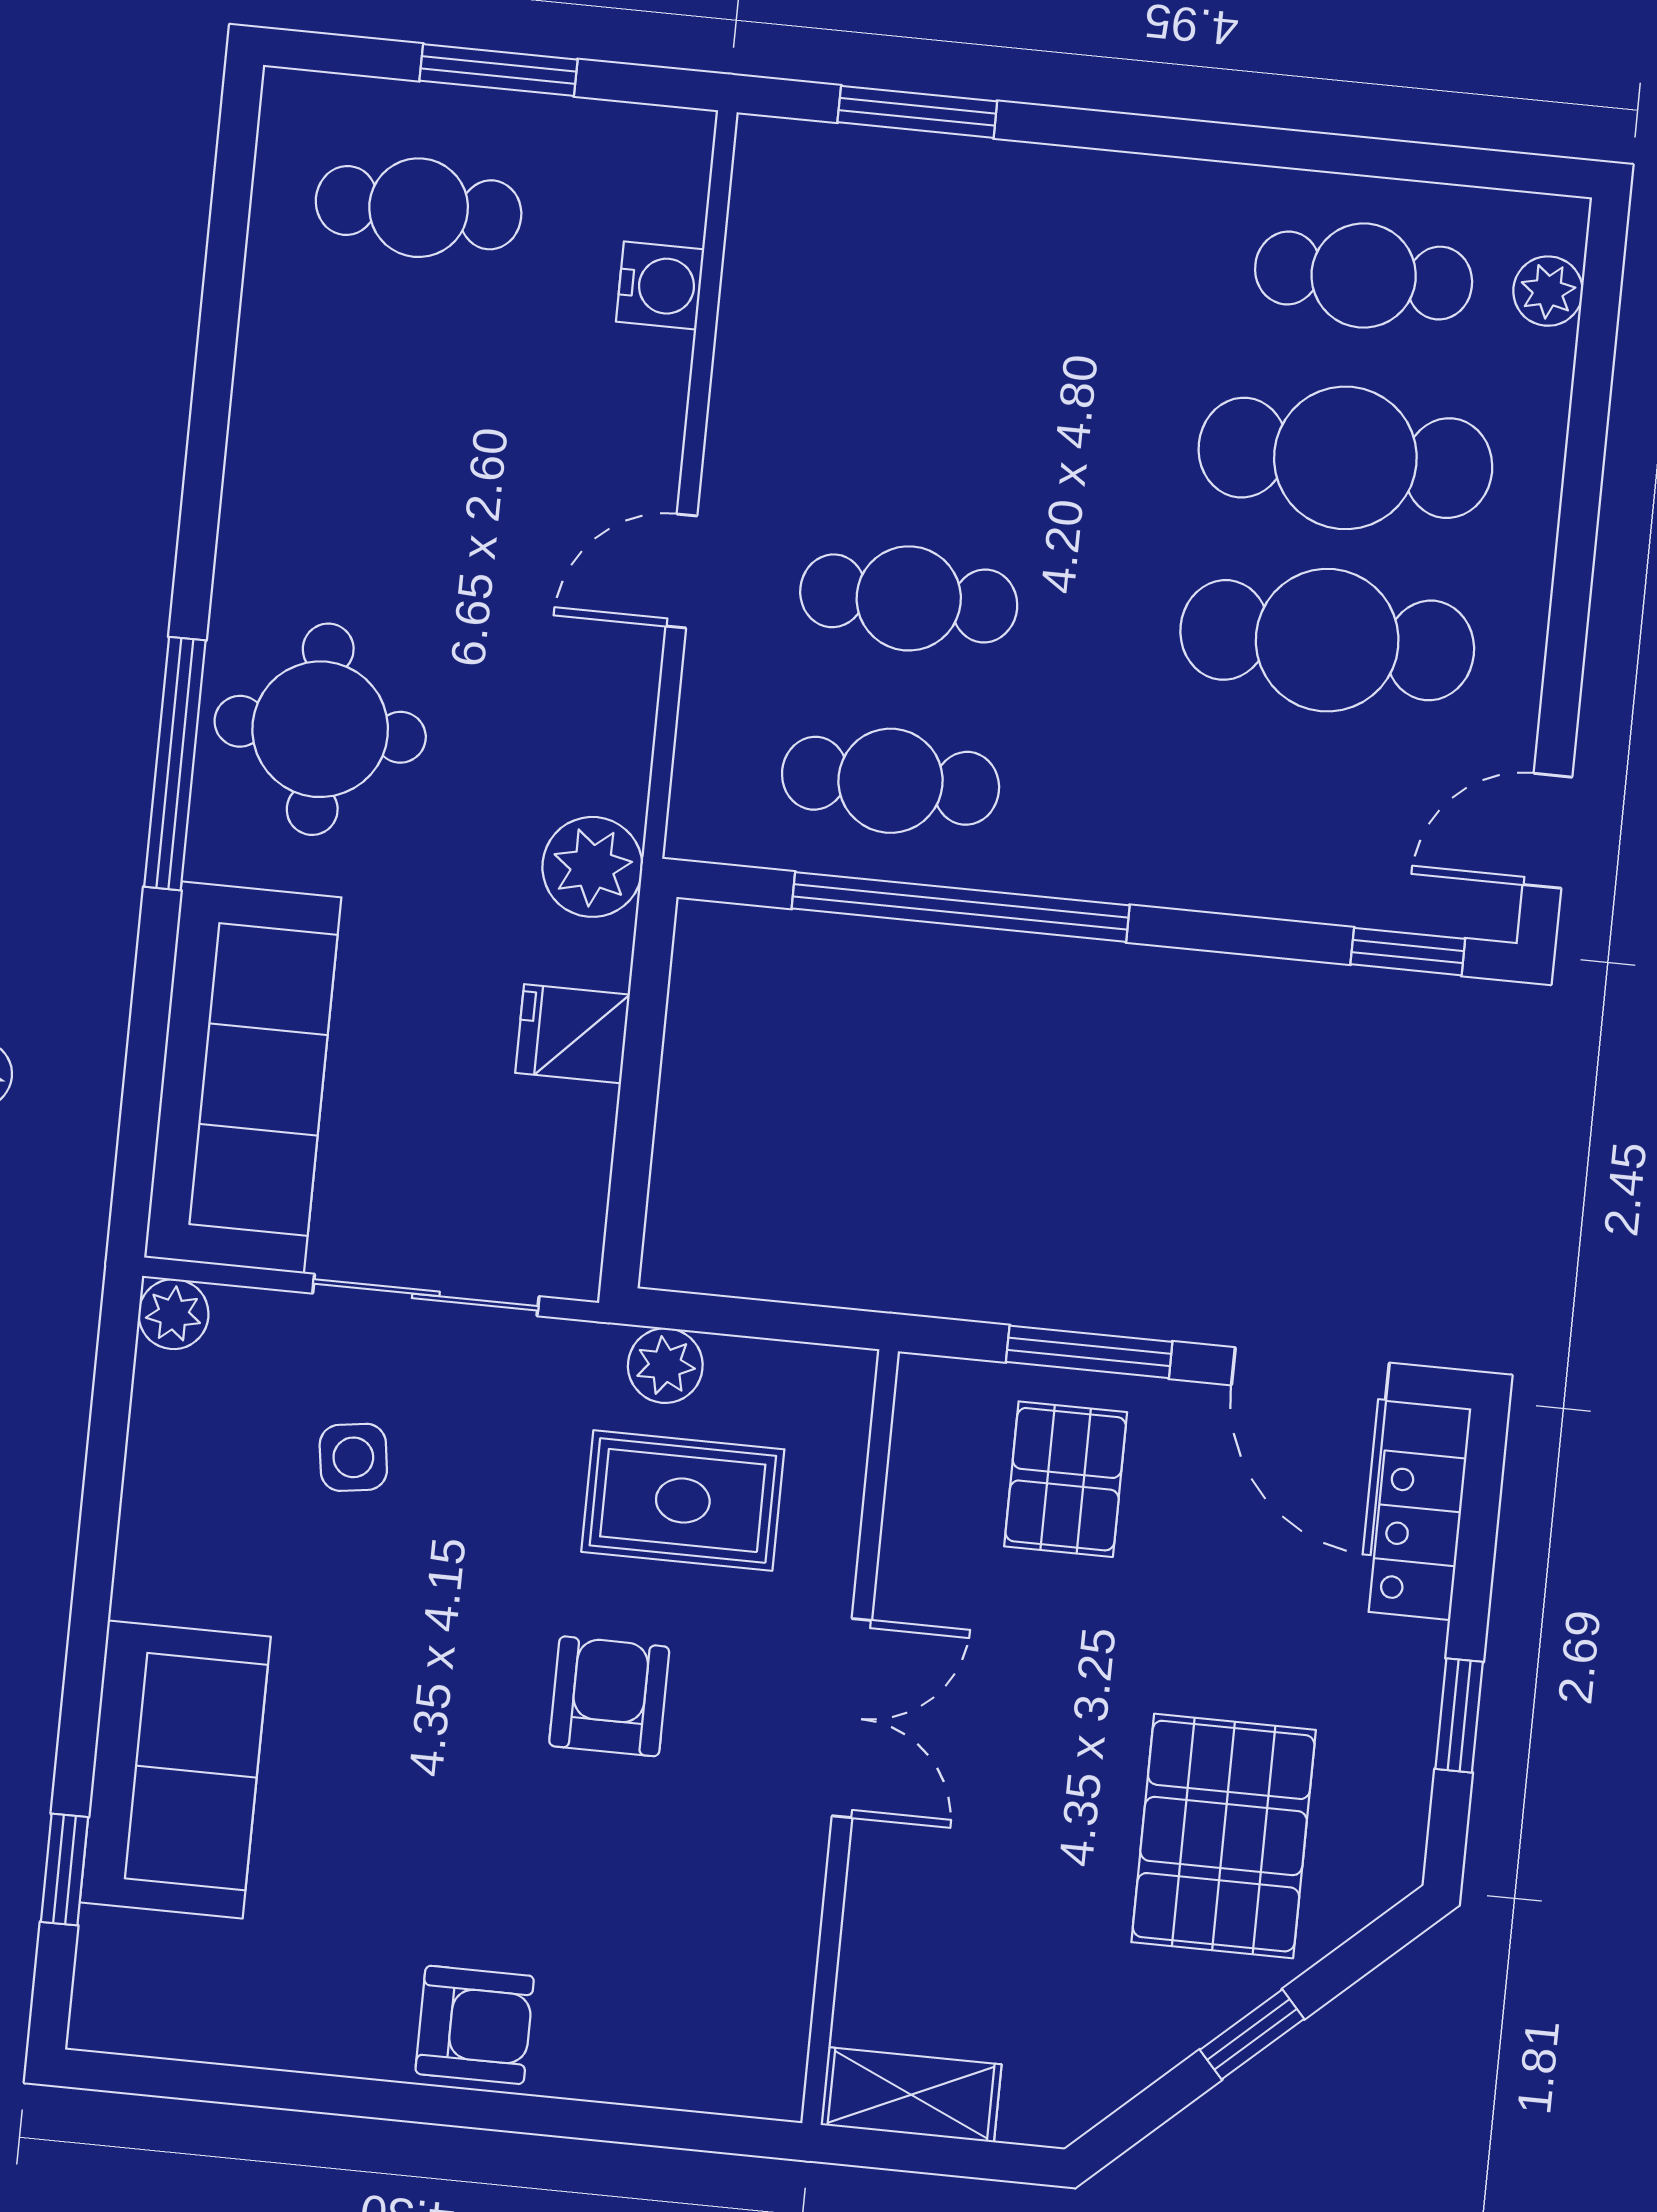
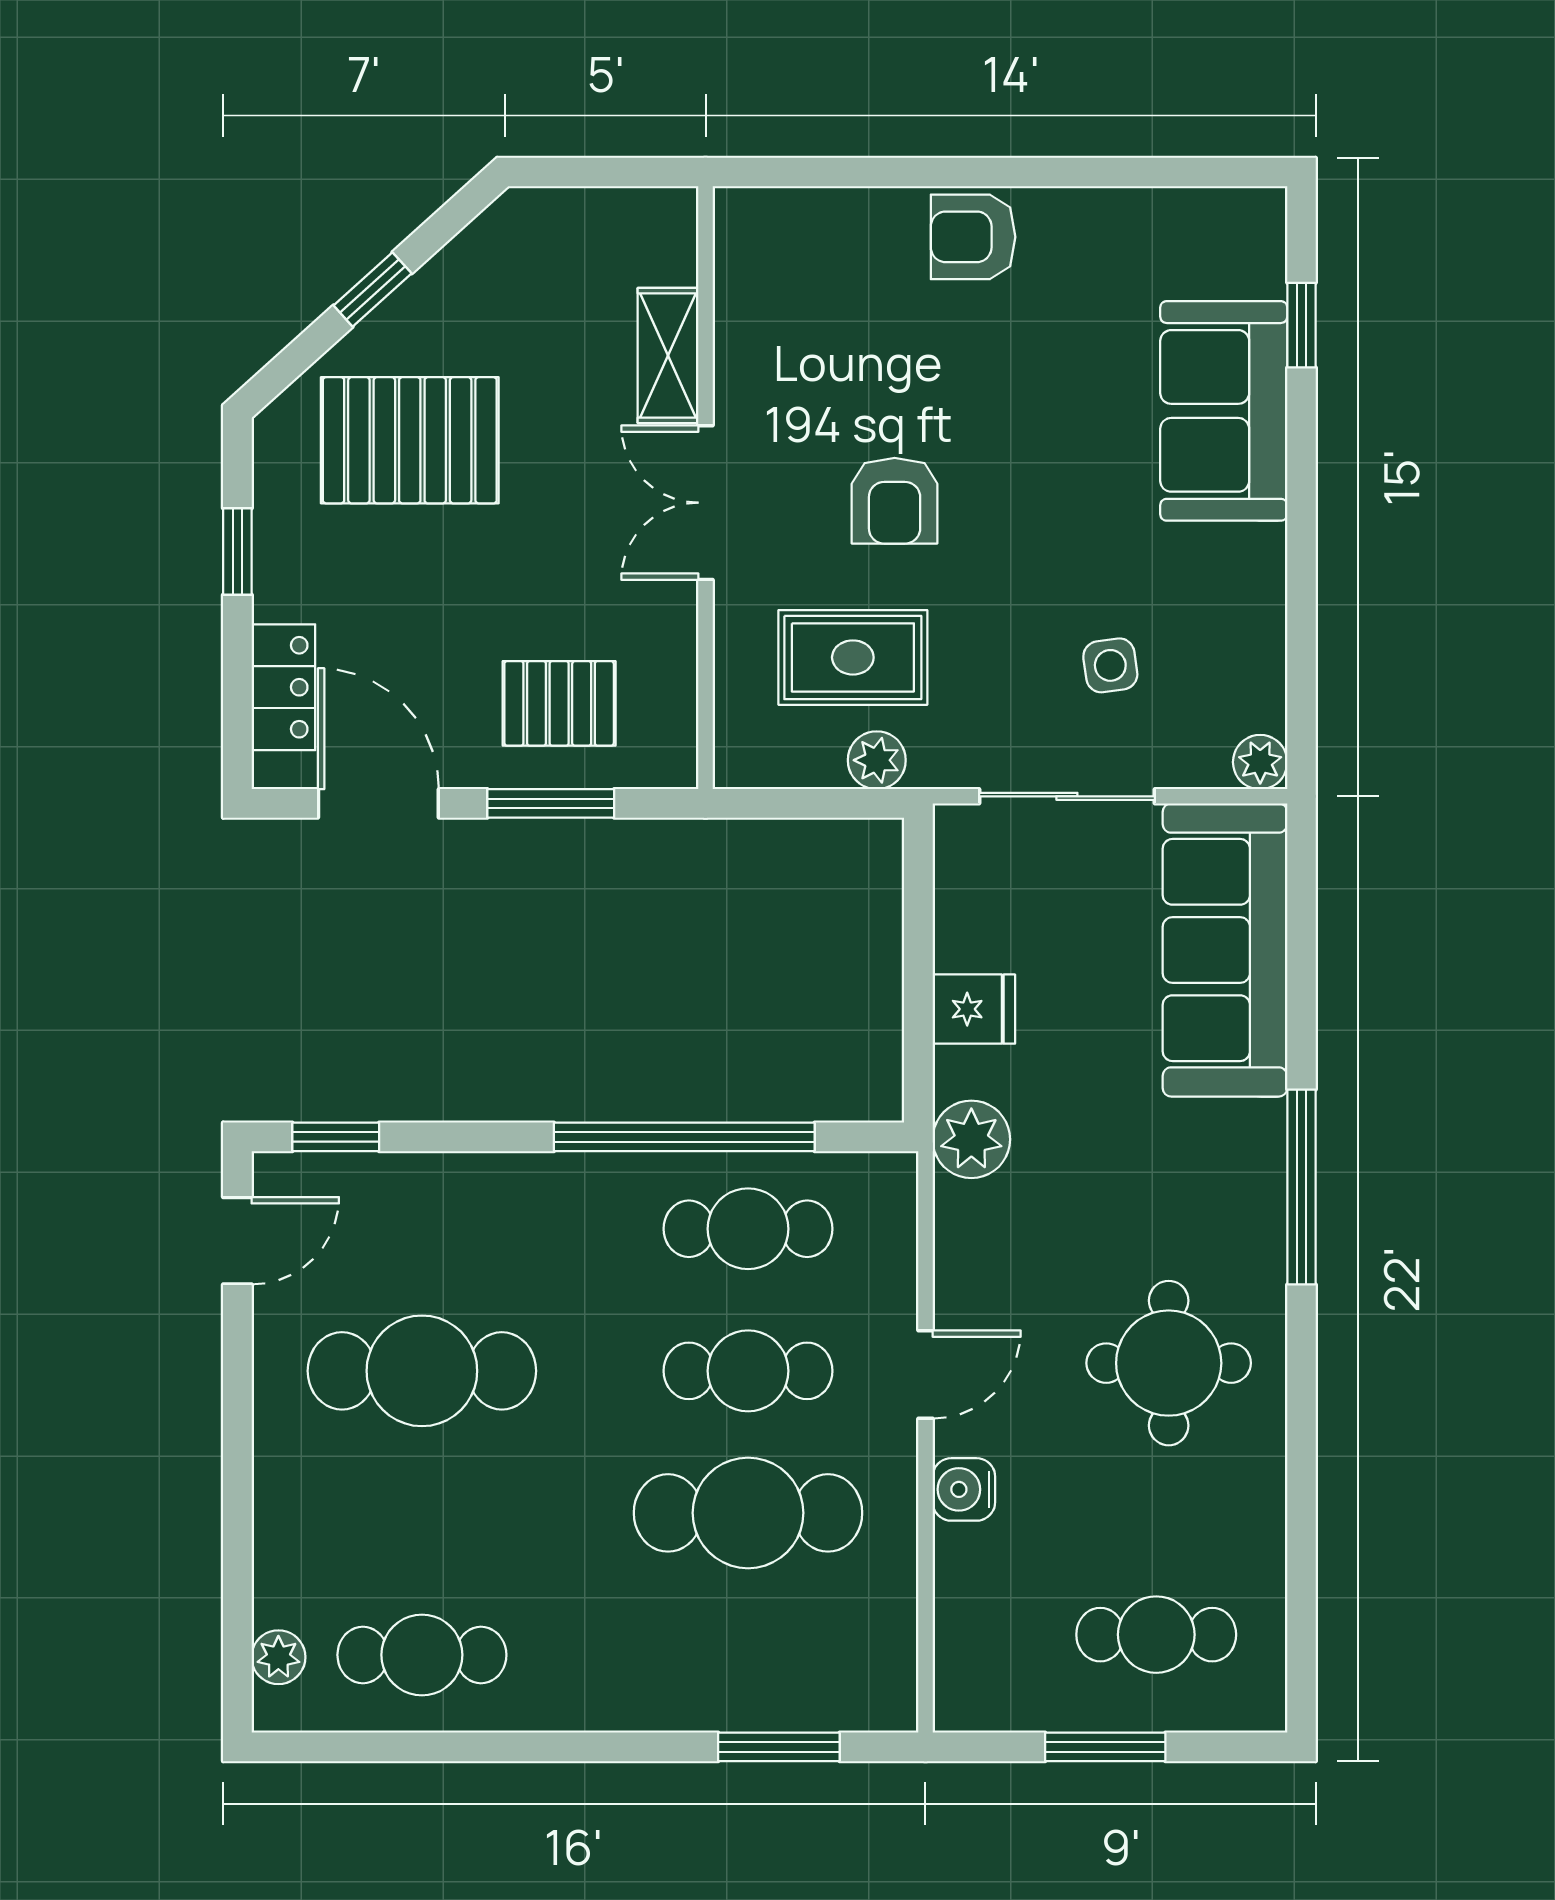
water cooler: (660, 285) -> (964, 1489), moved
cafe table: (1345, 458) -> (748, 1513), moved
round table: (320, 729) -> (1169, 1363), moved
pallet: (1066, 1479) -> (559, 703), turned 90
pallet: (1224, 1836) -> (410, 440), turned 90
shelving: (911, 2095) -> (668, 355), moved, turned 90

